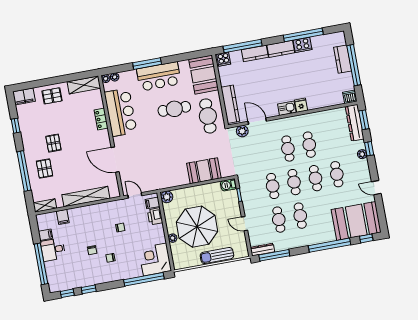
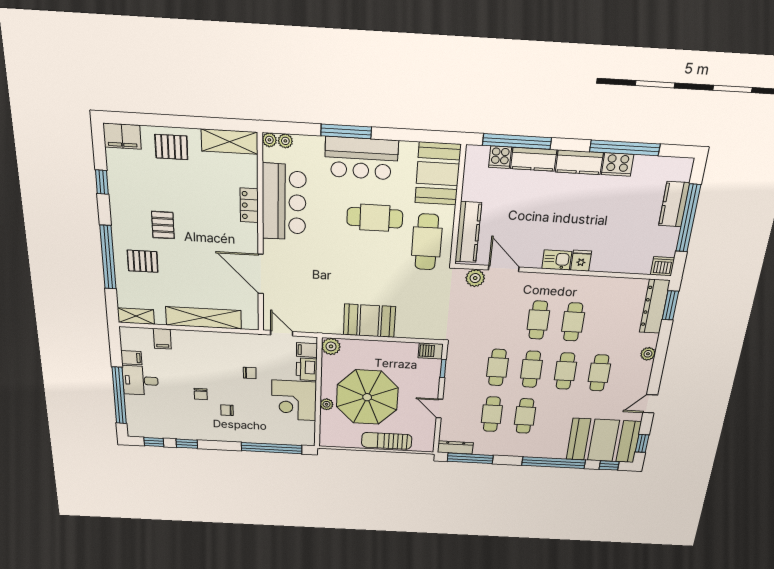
cooker: (224, 59) -> (500, 157), moved
window: (369, 149) -> (642, 443), moved
pallet: (45, 169) -> (143, 261), turned 90
booth: (204, 171) -> (369, 321), moved
door: (376, 188) -> (650, 404), hinge flipped
corner desk: (155, 259) -> (294, 400), moved, turned -90

